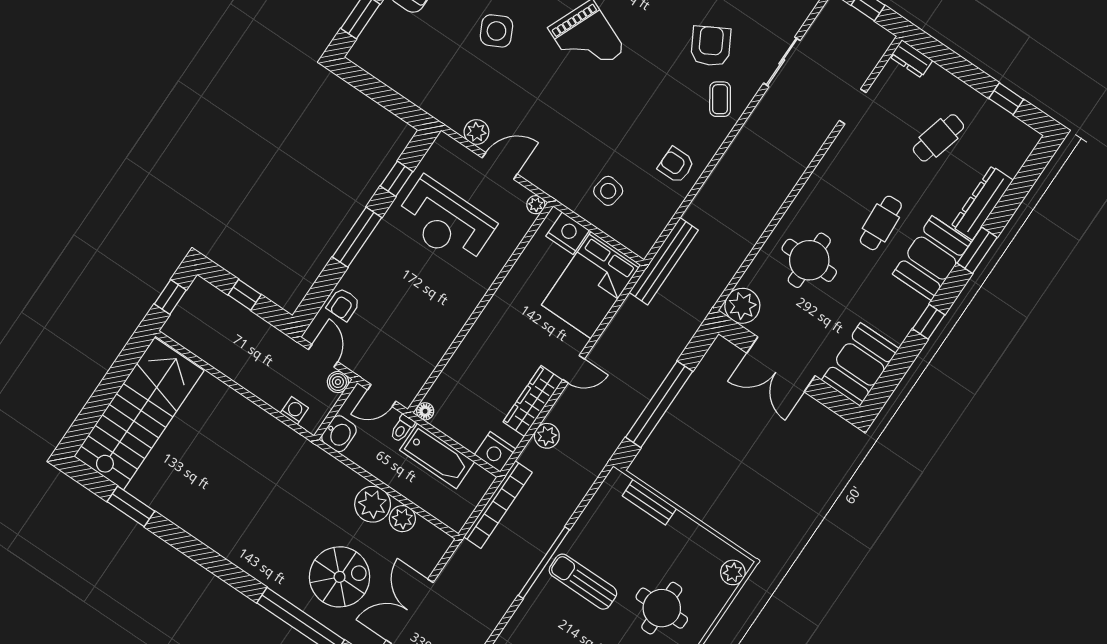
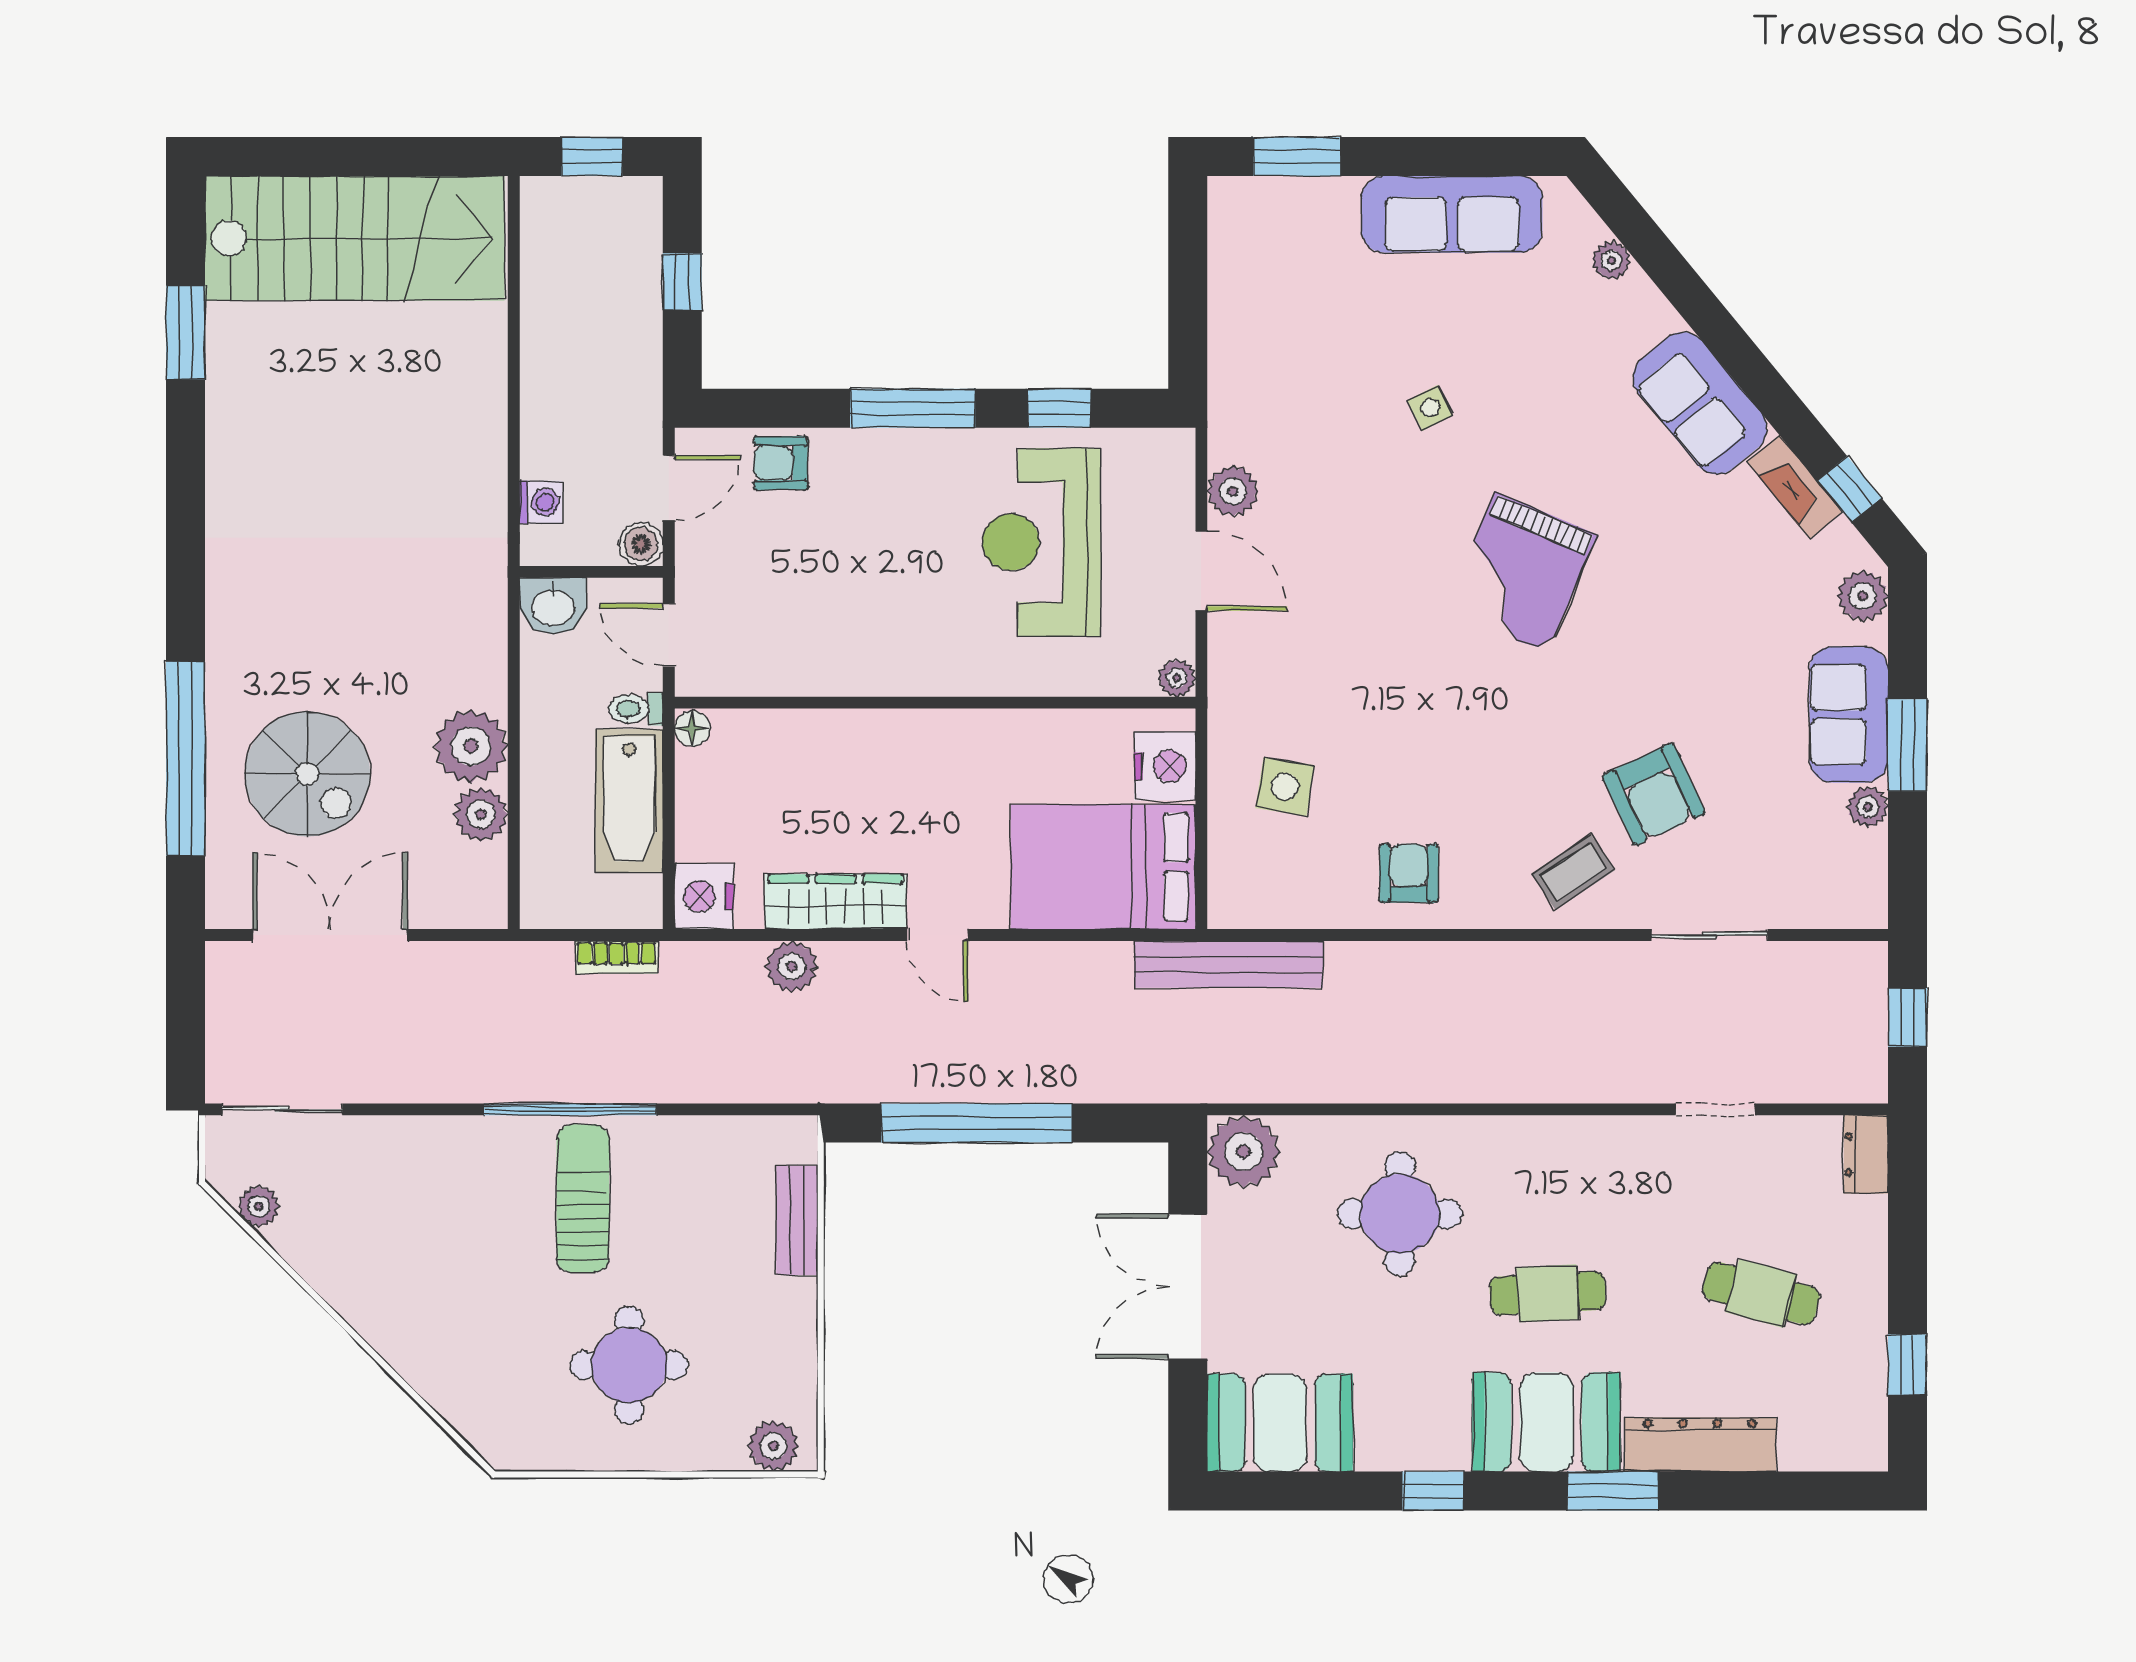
side table: (496, 31) -> (1430, 408), width x0.54, depth x0.54
armchair: (711, 46) -> (1654, 794), turned 94
bookcase: (498, 505) -> (616, 957), width x0.43, depth x0.76

